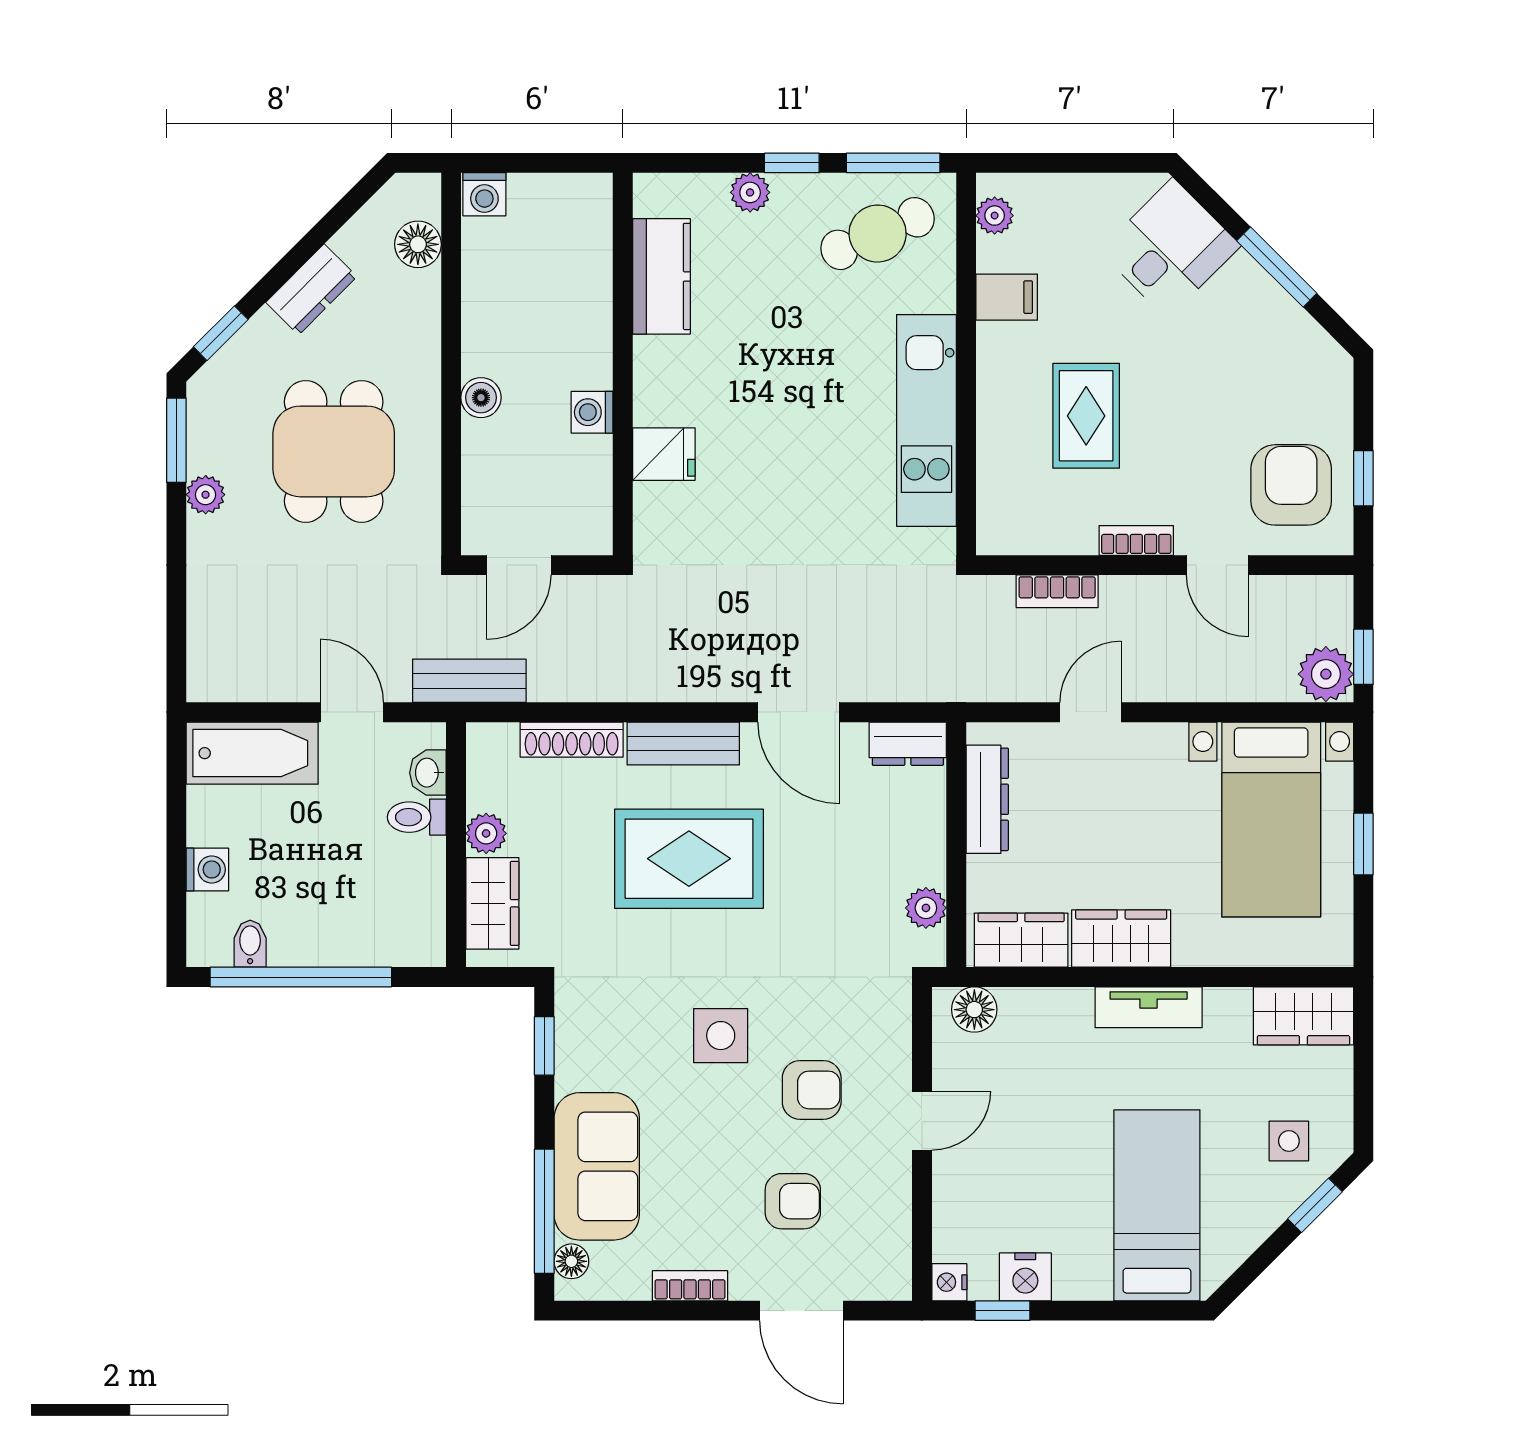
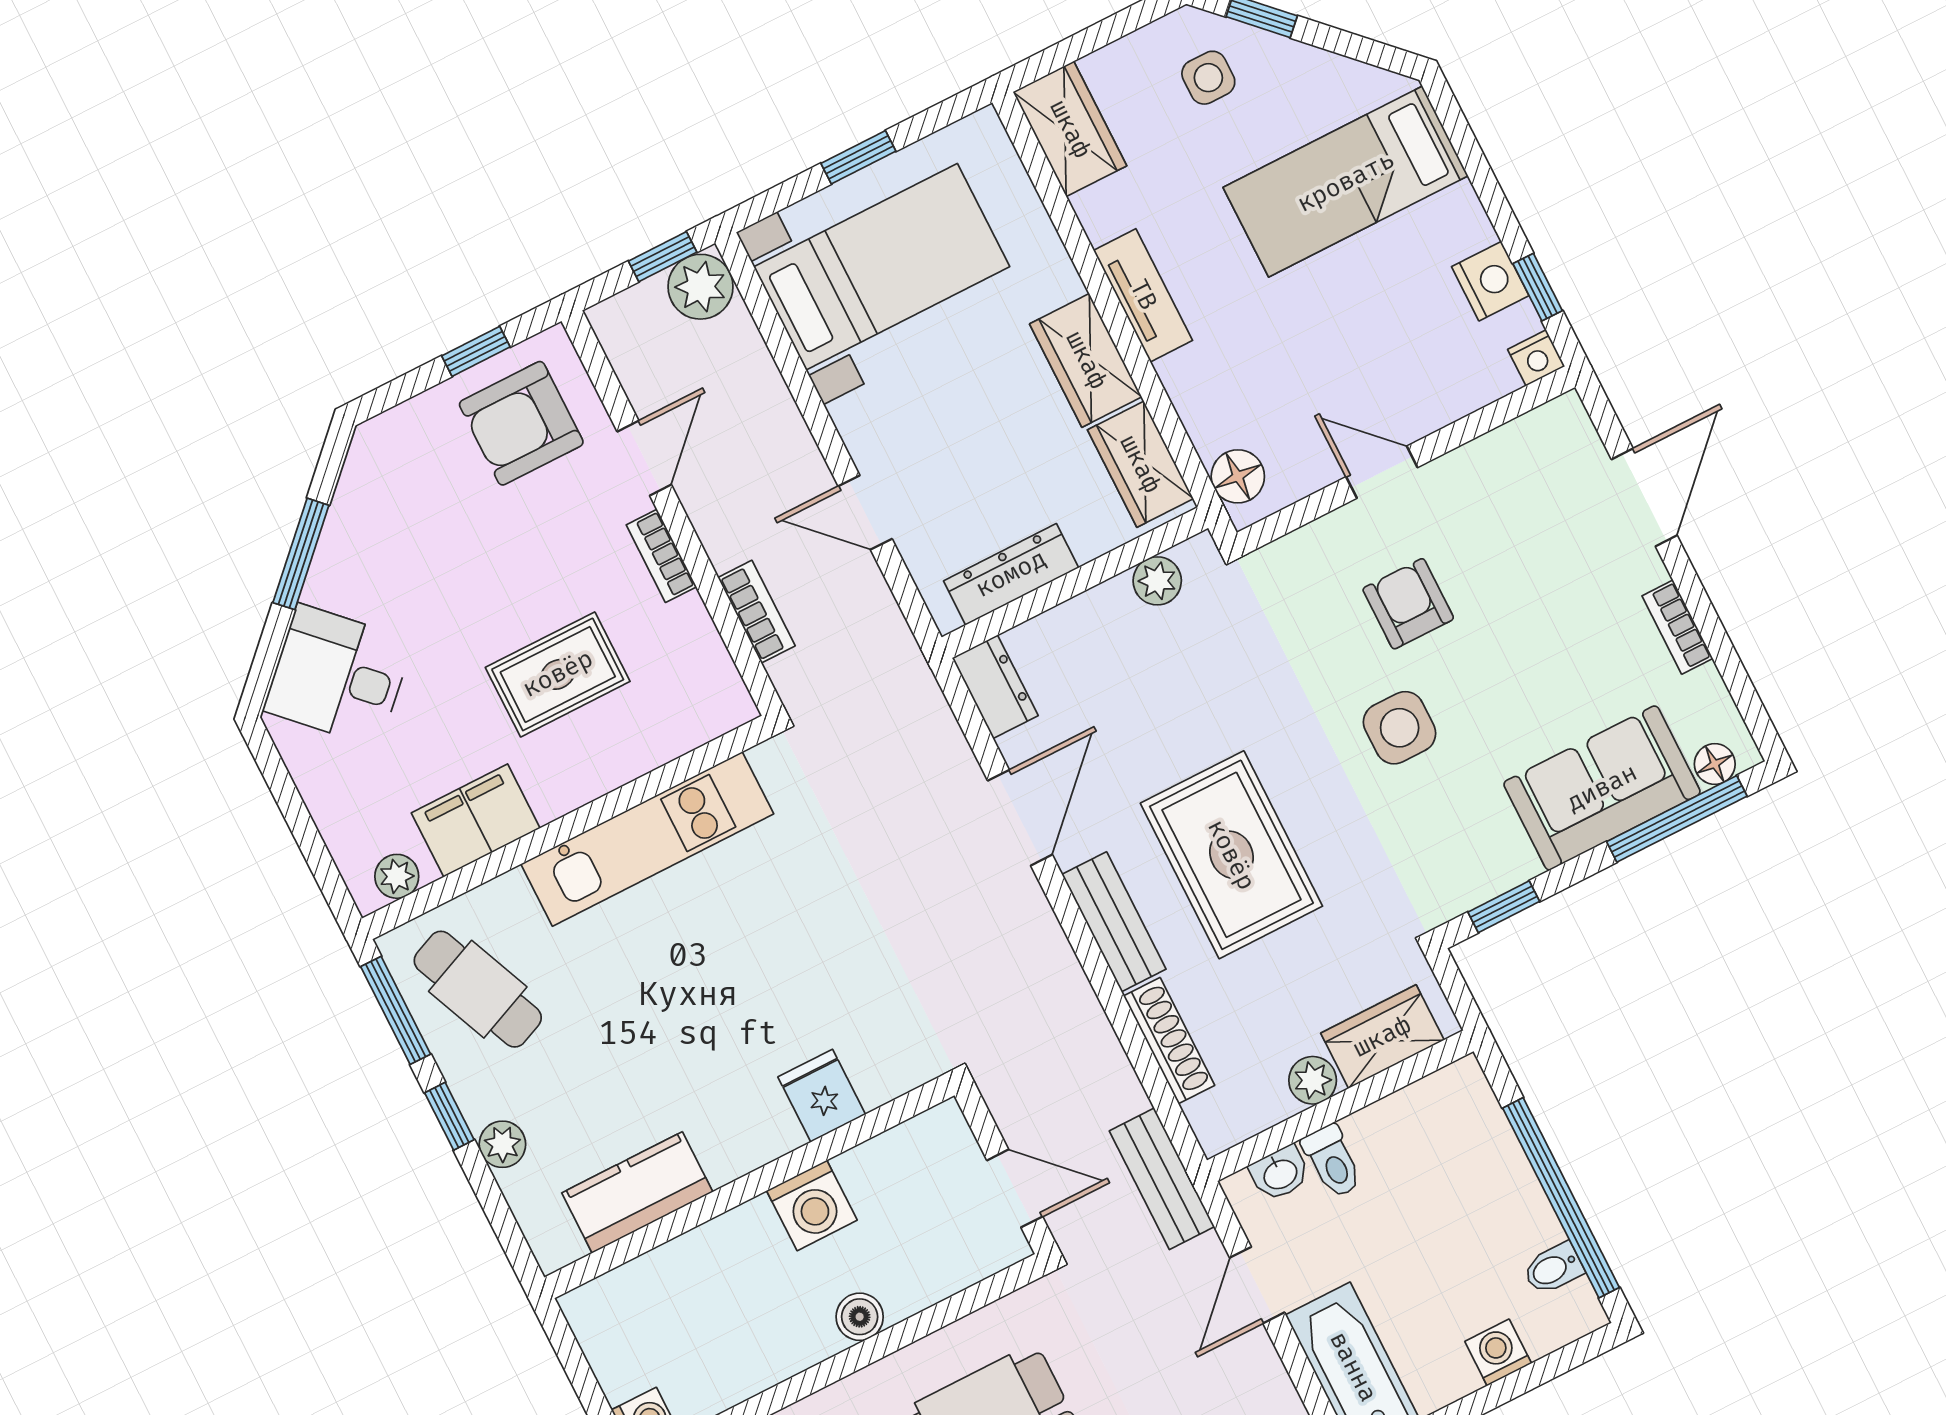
filing cabinet: (1007, 297) -> (476, 820), width x2.00
washing machine: (592, 412) -> (812, 1205), width x1.38, depth x1.38
armchair: (793, 1201) -> (1534, 564), removed

